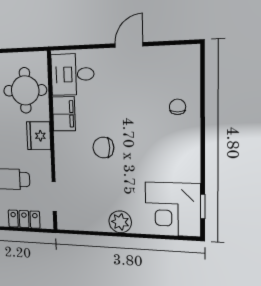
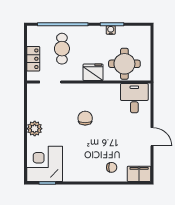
filing cabinet: (64, 114) -> (139, 174), moved, turned 180

